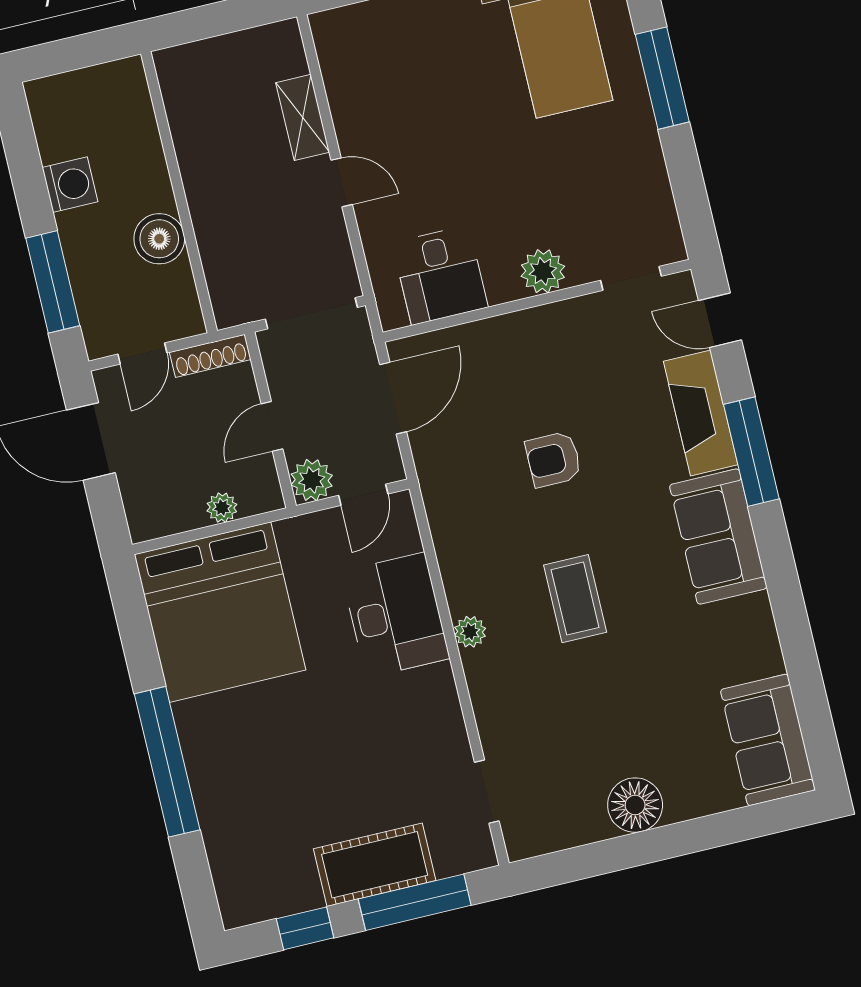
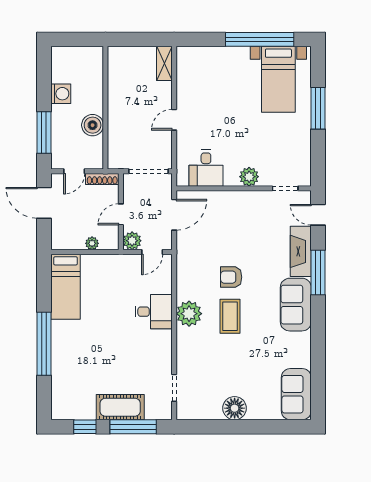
shelving: (303, 117) -> (164, 63), moved
door: (342, 182) -> (174, 120), swing flipped
armchair: (553, 459) -> (231, 277), moved
bed: (220, 612) -> (65, 287), width x0.49
desk: (395, 615) -> (154, 312), width x0.73
plant: (470, 632) -> (189, 314), width x1.88, depth x1.88

